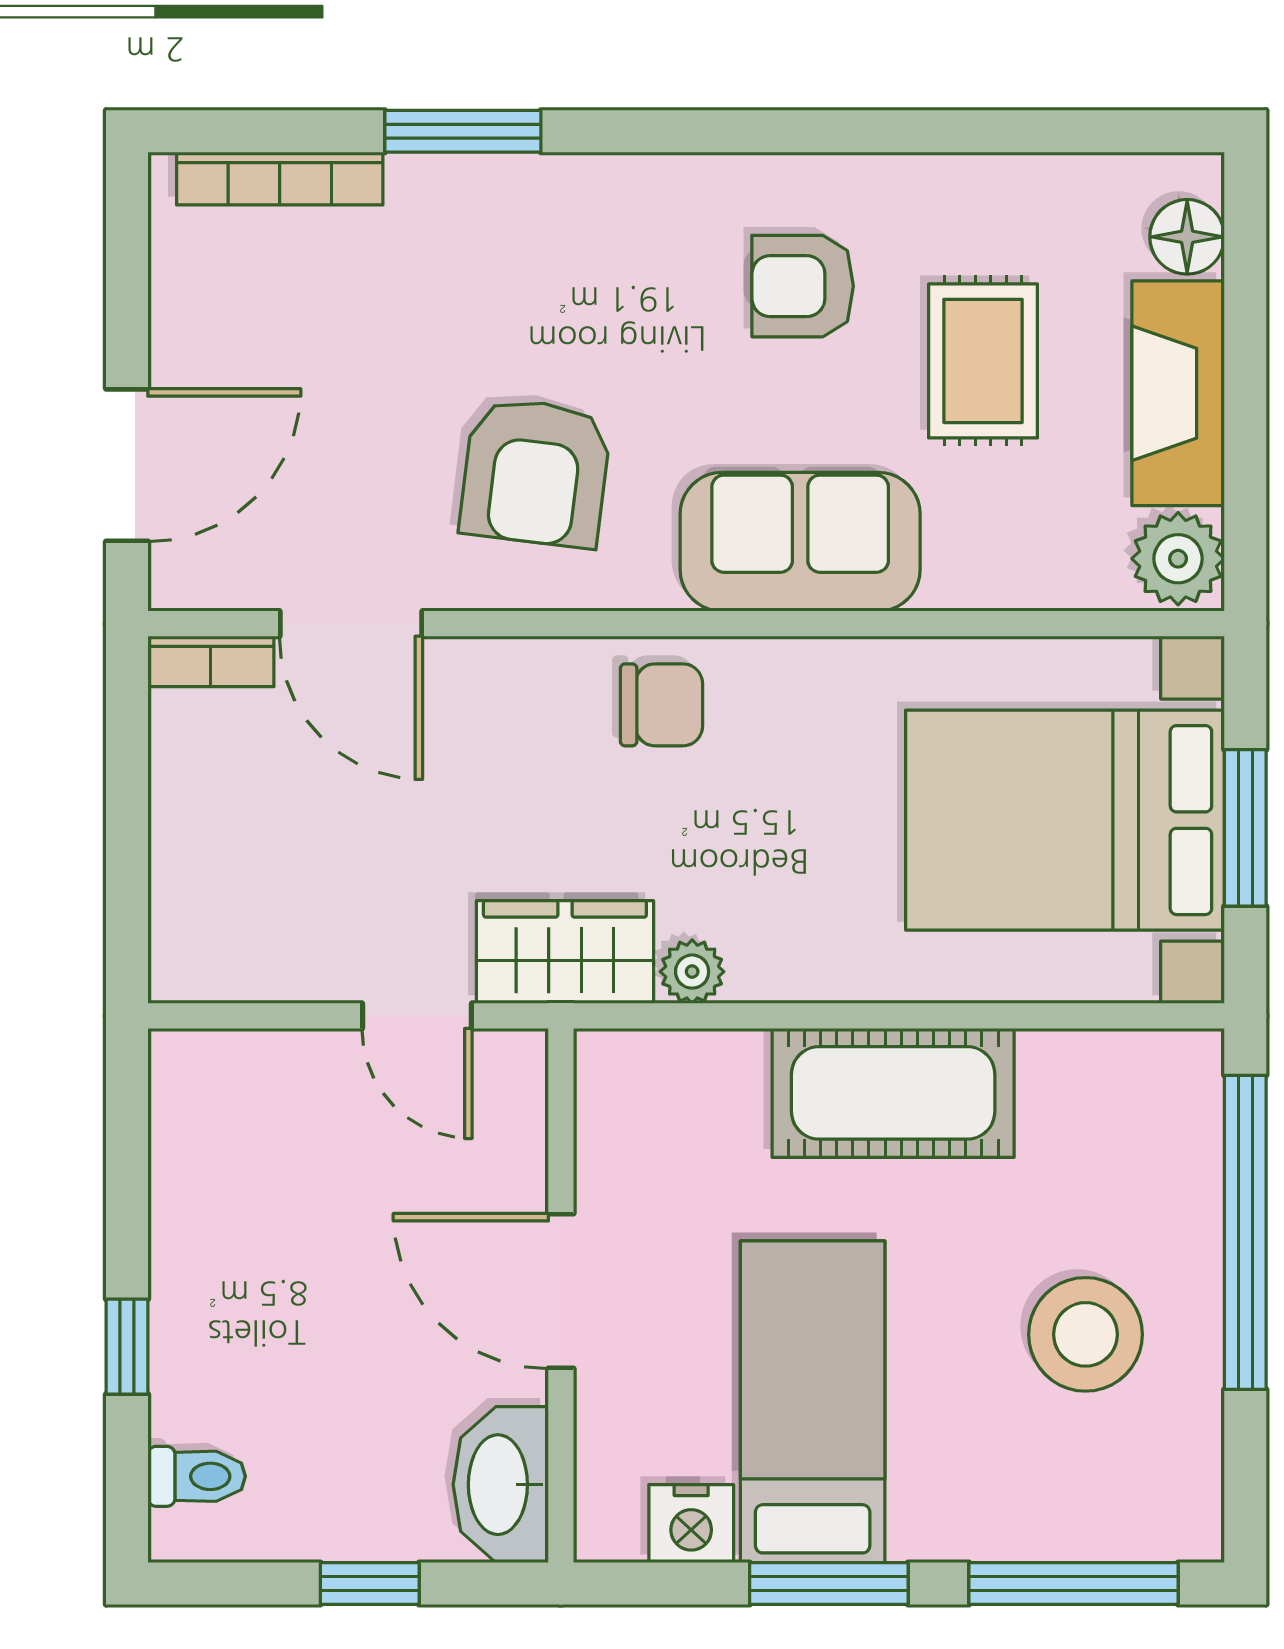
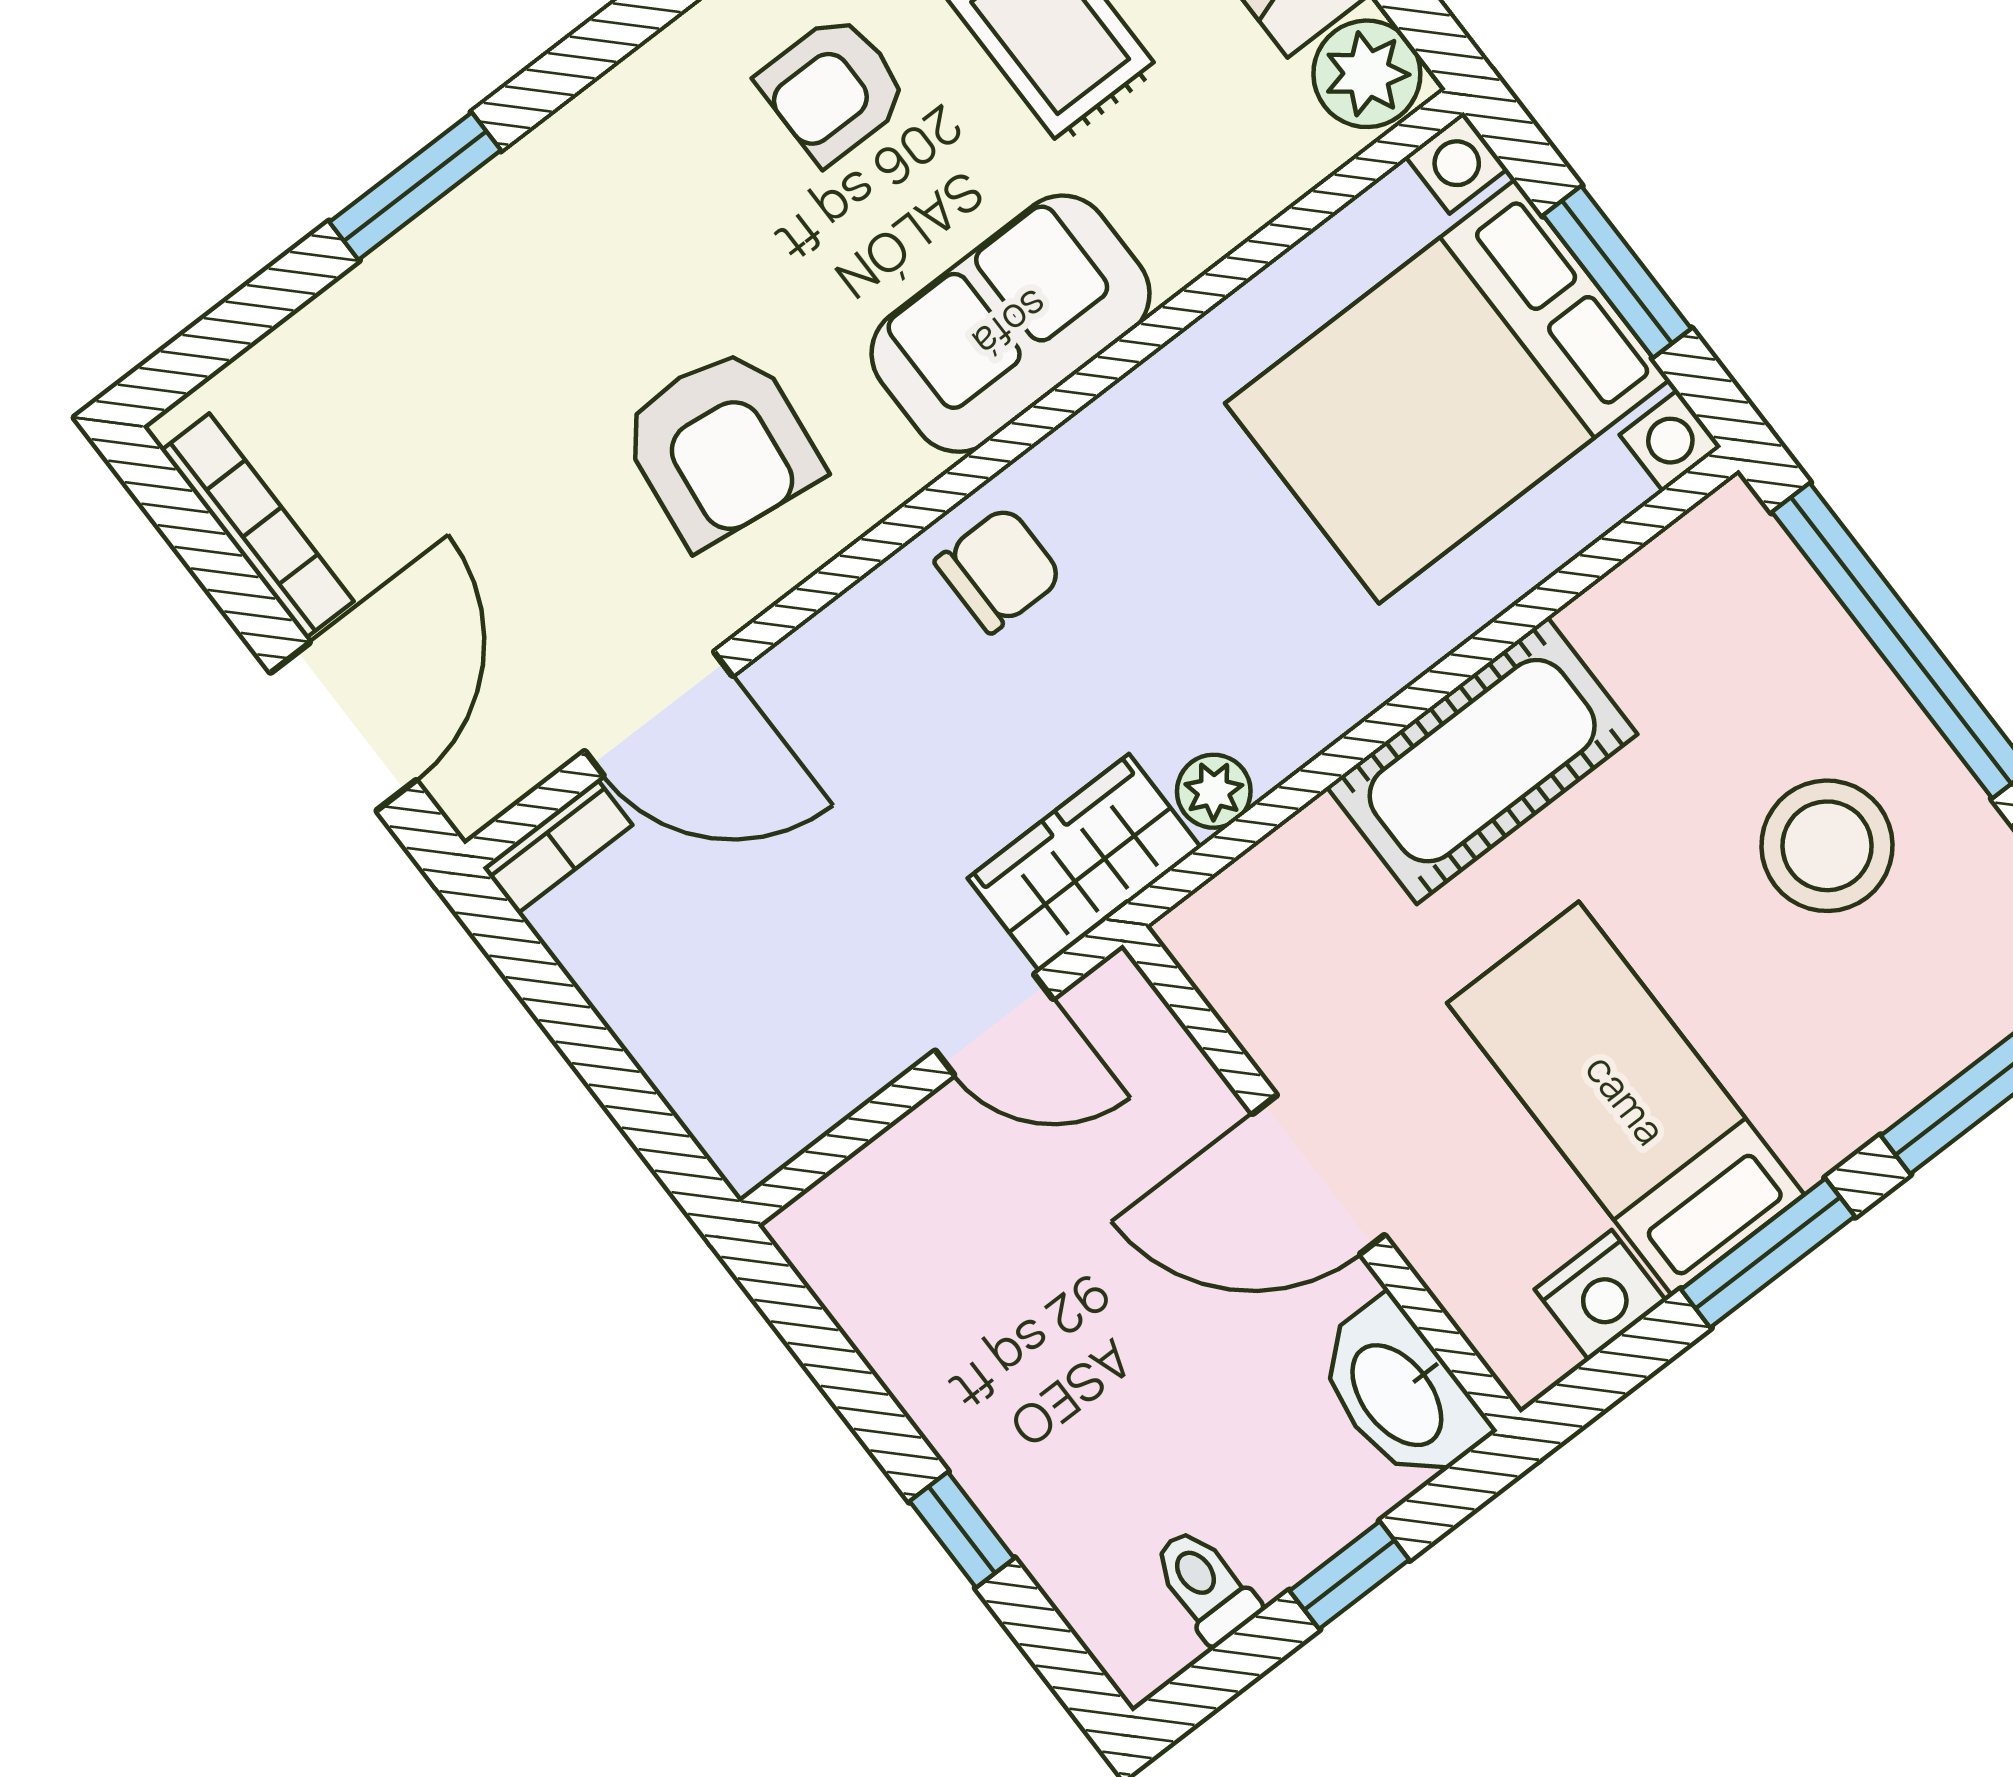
bookcase: (280, 179) -> (257, 526), moved, turned -90
toilet: (197, 1476) -> (1205, 1585), moved, turned -90

